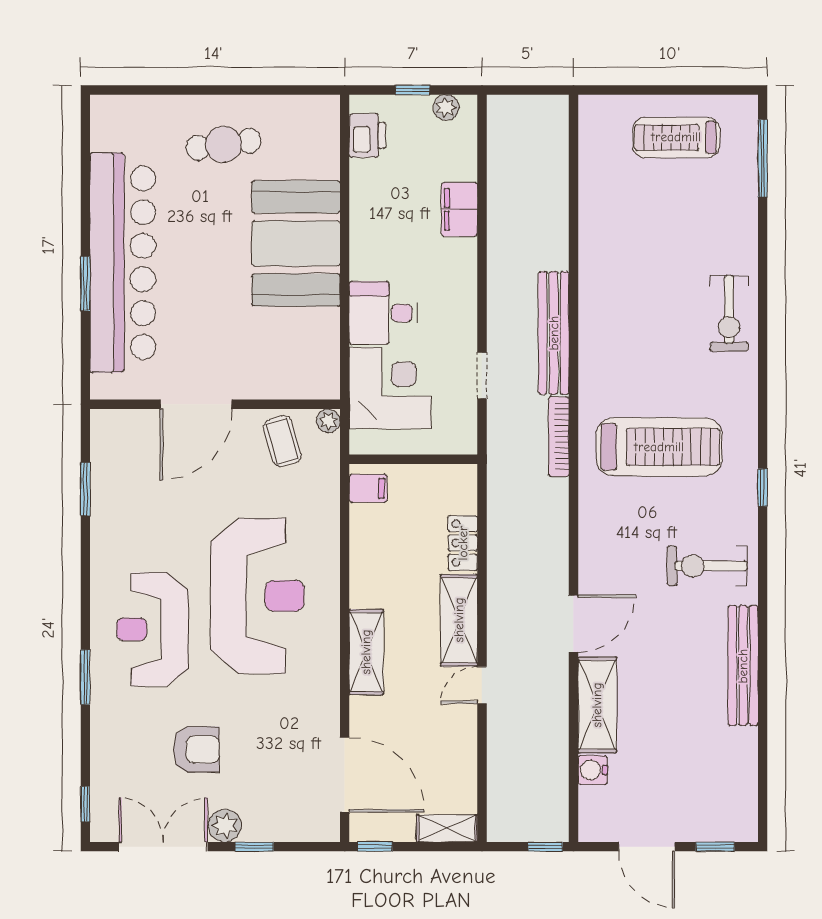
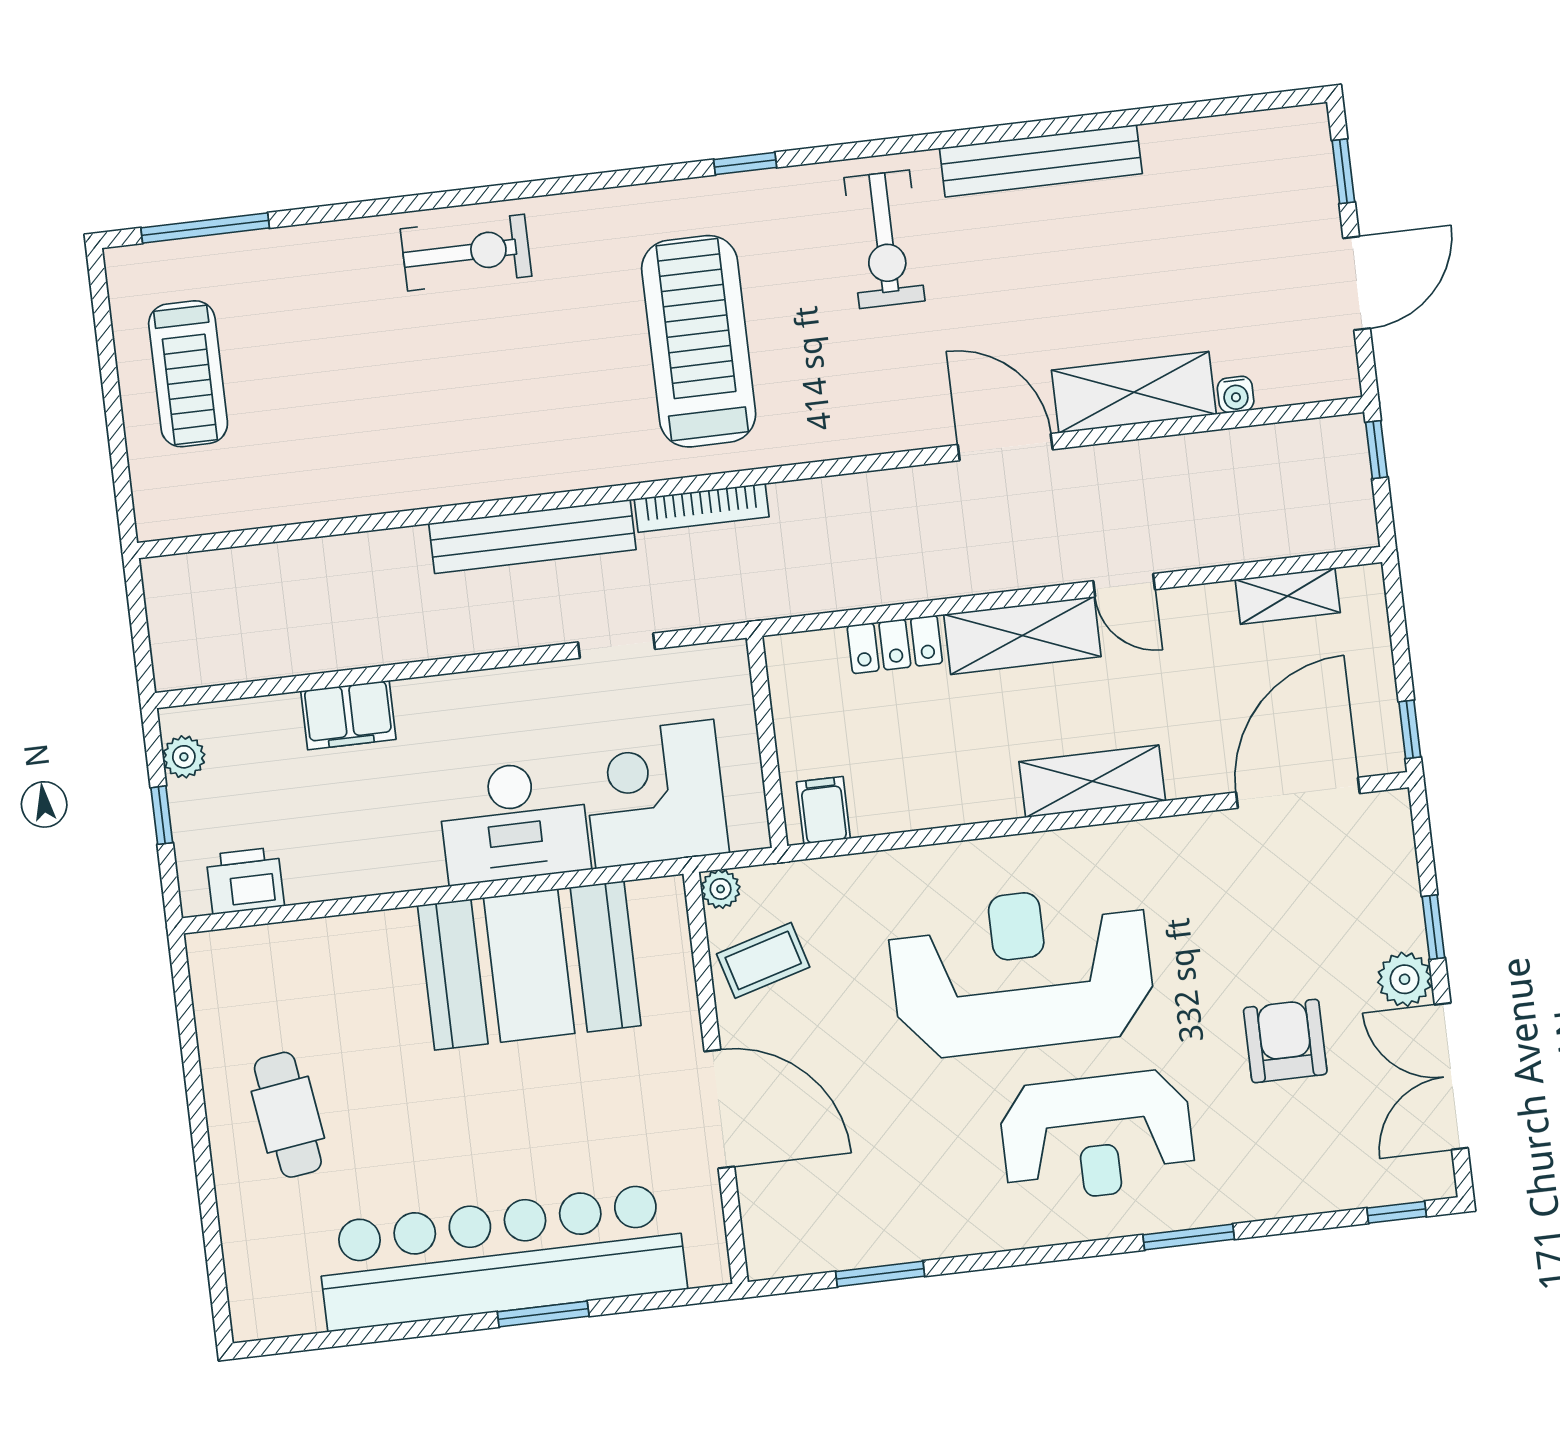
booth: (296, 243) -> (529, 965), moved
desk: (383, 313) -> (514, 822), width x1.37
water cooler: (593, 770) -> (1236, 394), width x0.72, depth x0.72
shelving: (447, 828) -> (1288, 596), moved, turned 90

